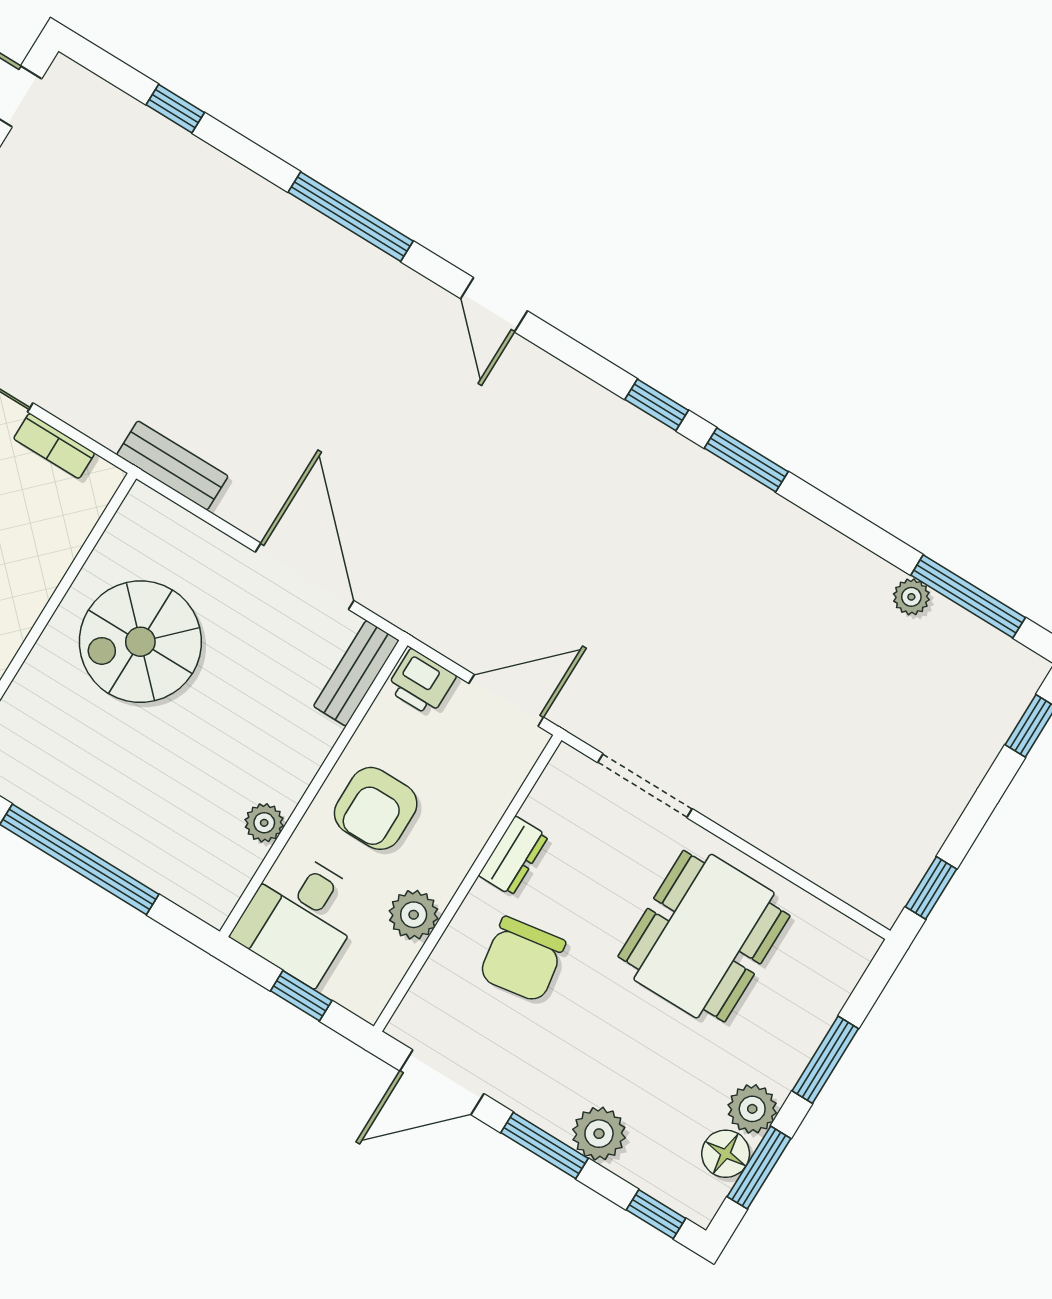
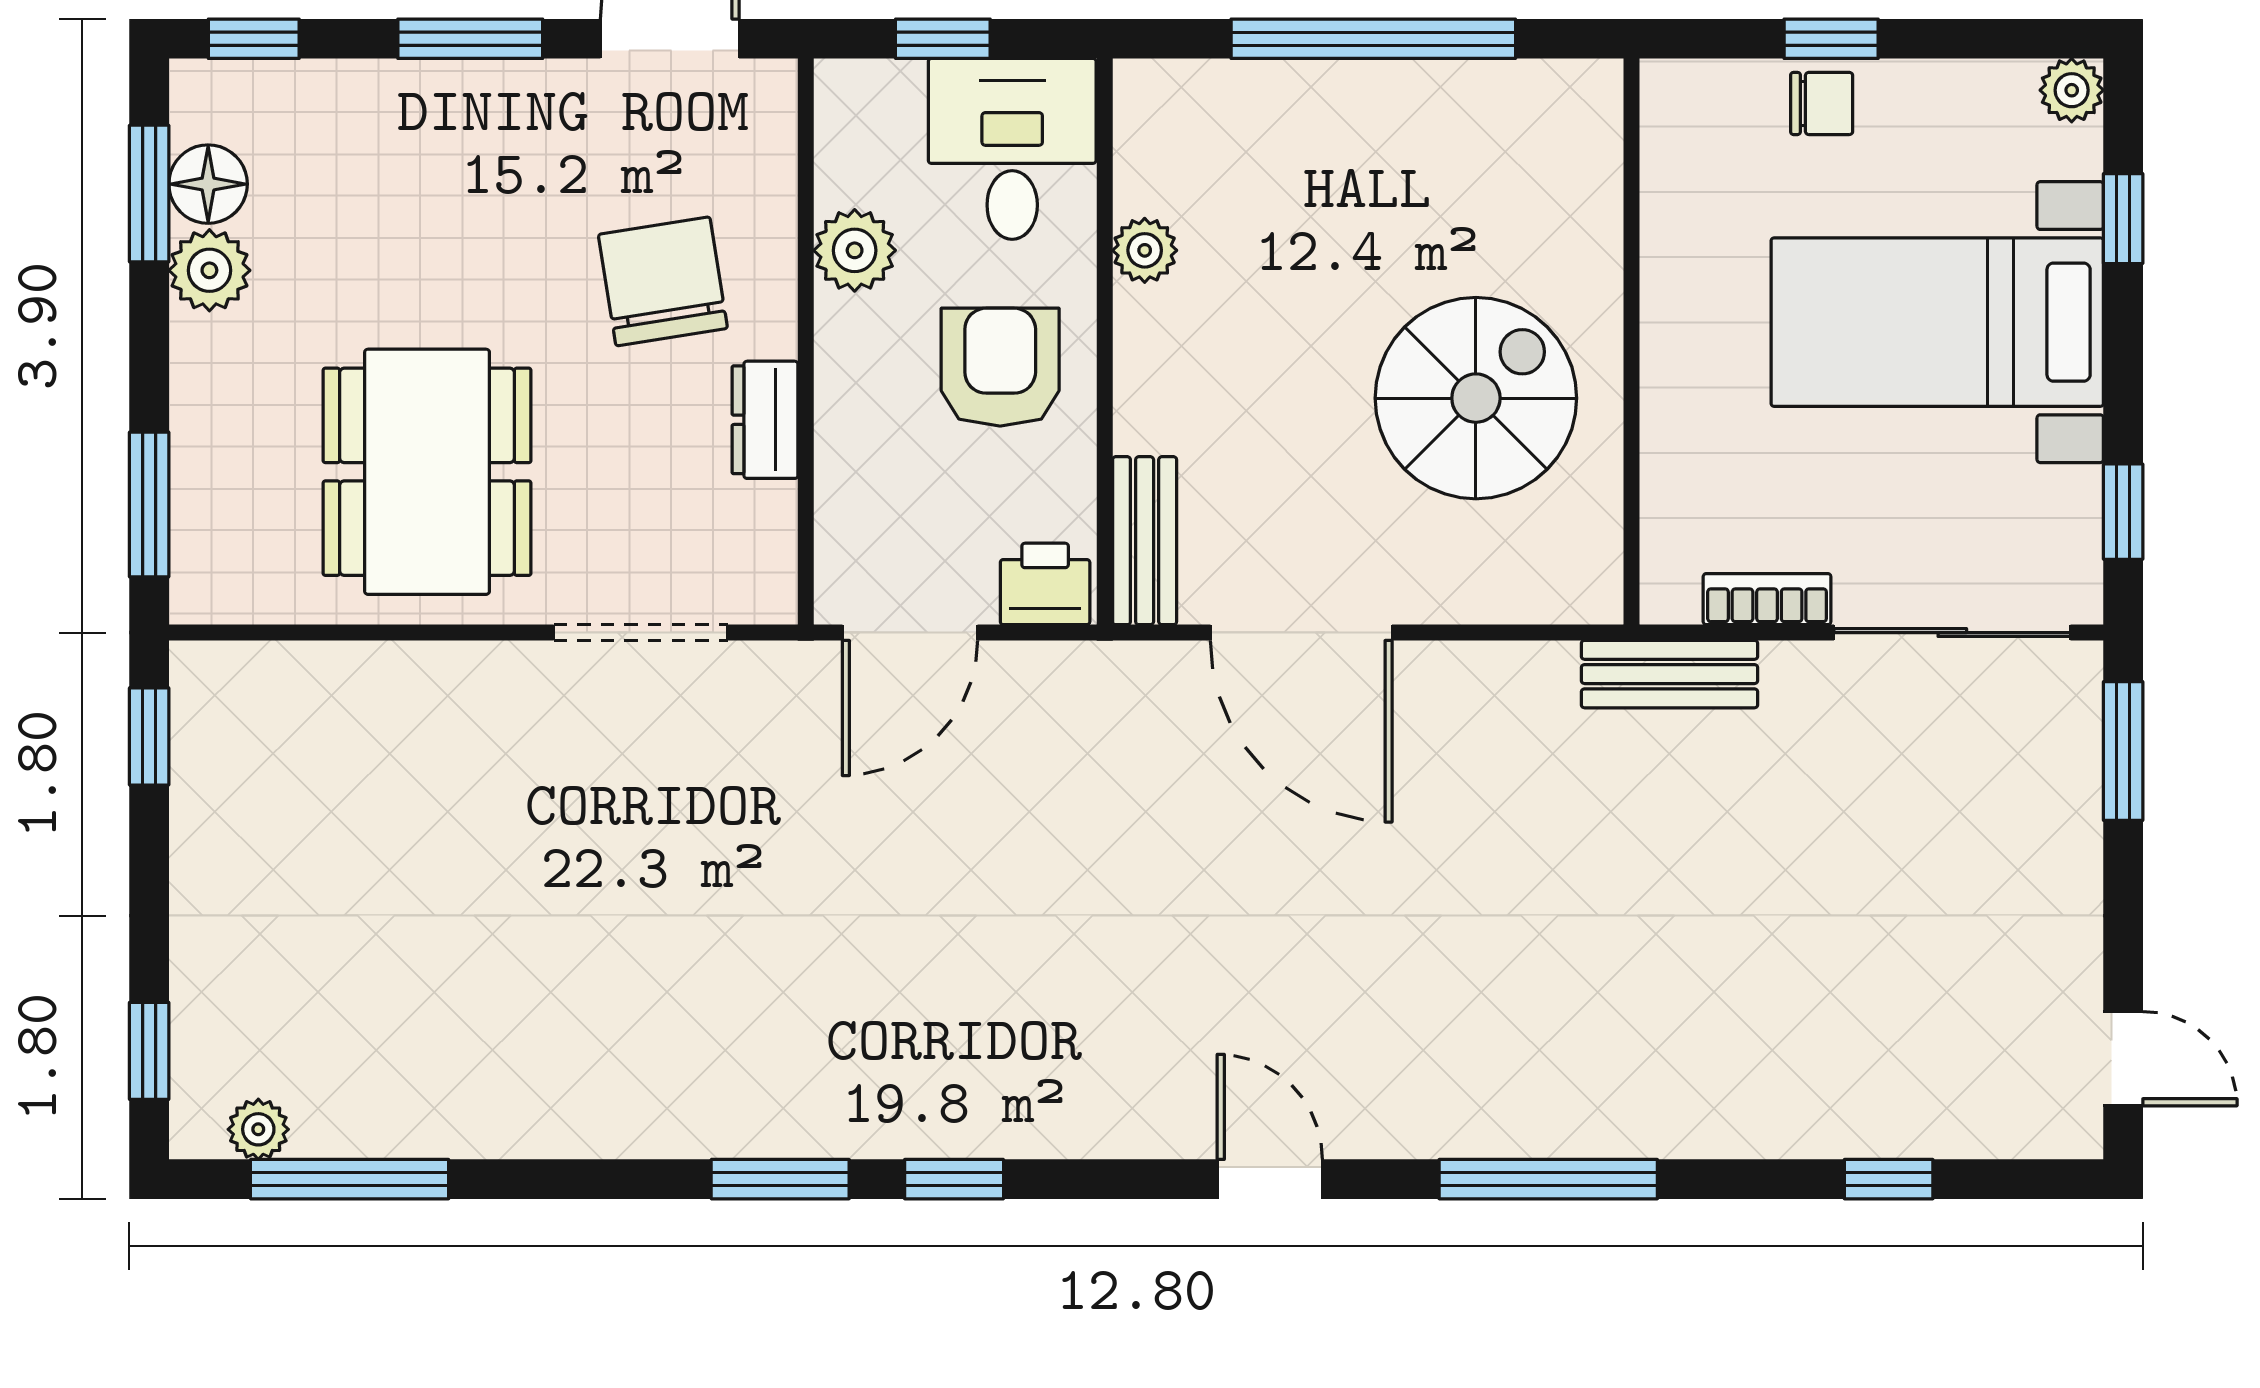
bench: (172, 465) -> (1670, 674), moved
plant: (911, 597) -> (258, 1129), moved
window: (825, 1060) -> (149, 505), moved
plant: (599, 1134) -> (404, 103), removed

